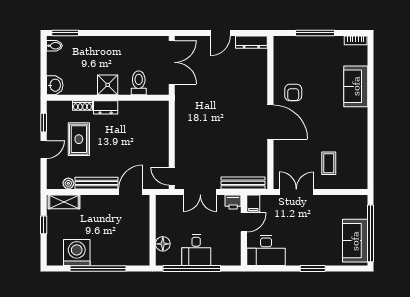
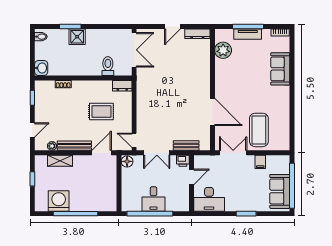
window: (65, 33) -> (70, 27), moved
tv unit: (315, 43) -> (248, 34), added
plant: (284, 63) -> (223, 50), added
shower: (108, 85) -> (77, 37), moved
armchair: (293, 93) -> (231, 74), removed
dresser: (106, 107) -> (122, 86), moved
door: (270, 122) -> (212, 112), moved
rug: (79, 139) -> (101, 111), moved, turned 90
door: (44, 149) -> (32, 130), moved
coffee table: (329, 163) -> (259, 130), width x1.86, depth x1.72
bench: (243, 183) -> (186, 146), width x0.73
shelving: (64, 202) -> (60, 161), moved
filing cabinet: (253, 203) -> (260, 162), moved
floor lamp: (163, 244) -> (127, 161), moved

